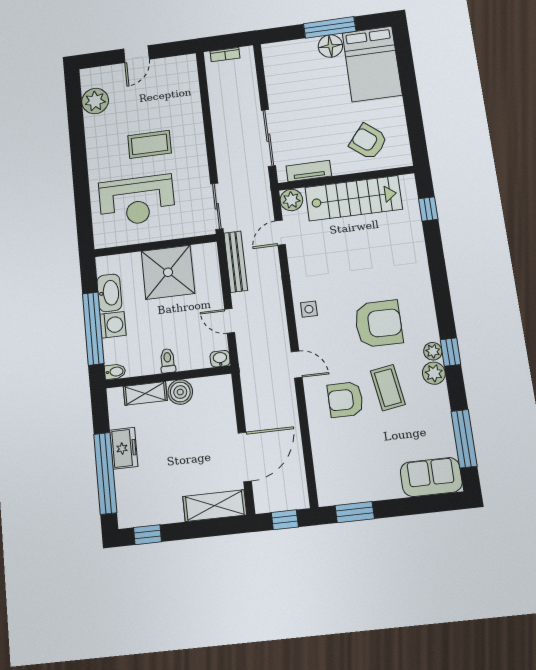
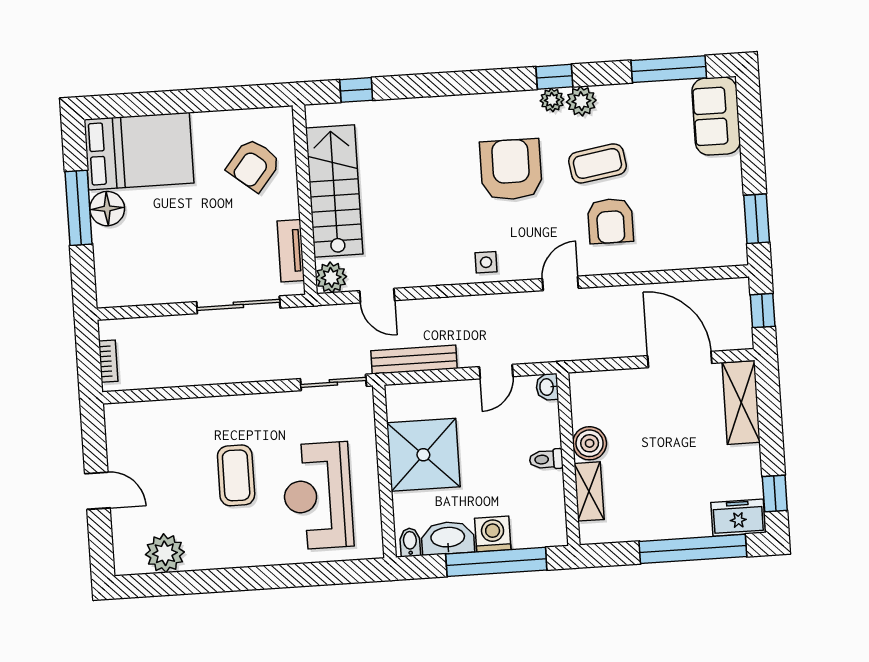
reception desk: (137, 201) -> (318, 496), turned 180
bidet: (115, 372) -> (410, 542), moved
freezer: (124, 448) -> (738, 518), moved

